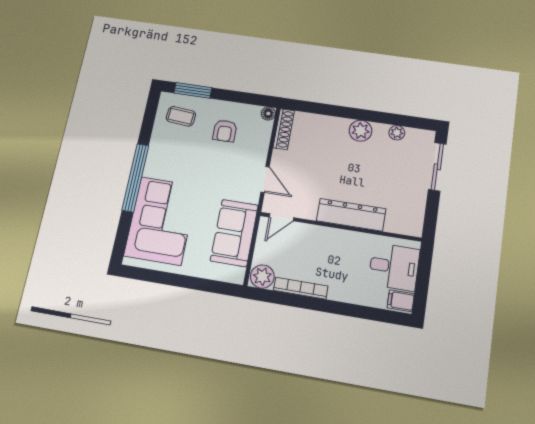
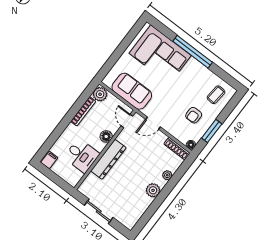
window: (193, 90) -> (212, 131), moved
armchair: (225, 131) -> (194, 115), turned -90
plant: (397, 133) -> (167, 175), moved
sliding door: (437, 167) -> (99, 211), moved
floor lamp: (320, 235) -> (106, 136), added
desk: (394, 267) -> (82, 156), moved, turned -90

